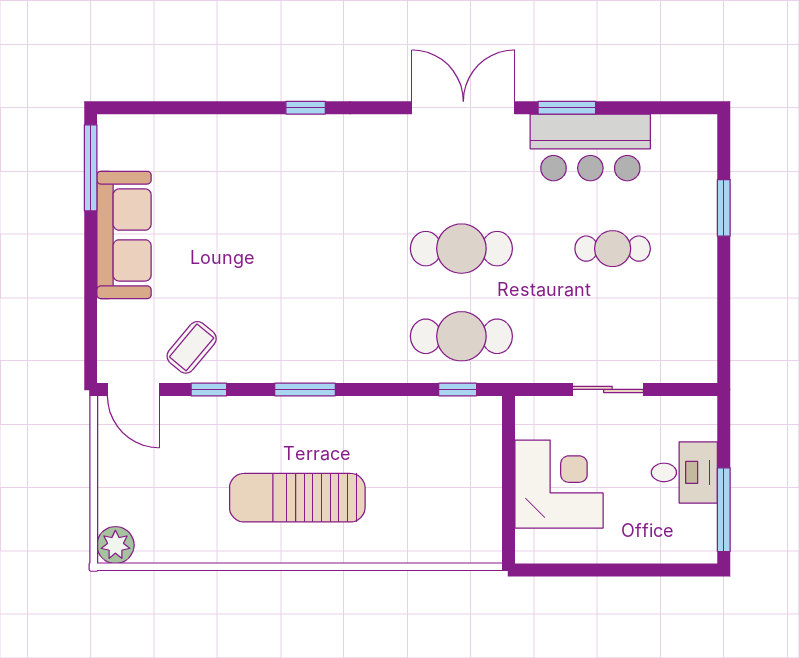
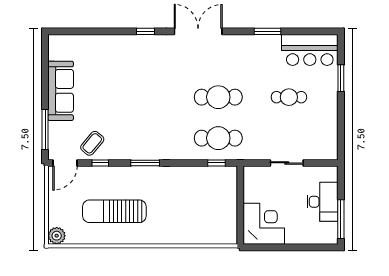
double door: (463, 108) -> (198, 31), moved
bar counter: (590, 147) -> (310, 50), moved
window: (91, 168) -> (45, 130), moved
door: (133, 389) -> (65, 163), hinge flipped
desk: (684, 472) -> (322, 202), width x1.37
corner desk: (559, 484) -> (264, 224), moved
sun lounger: (297, 498) -> (114, 211), moved

